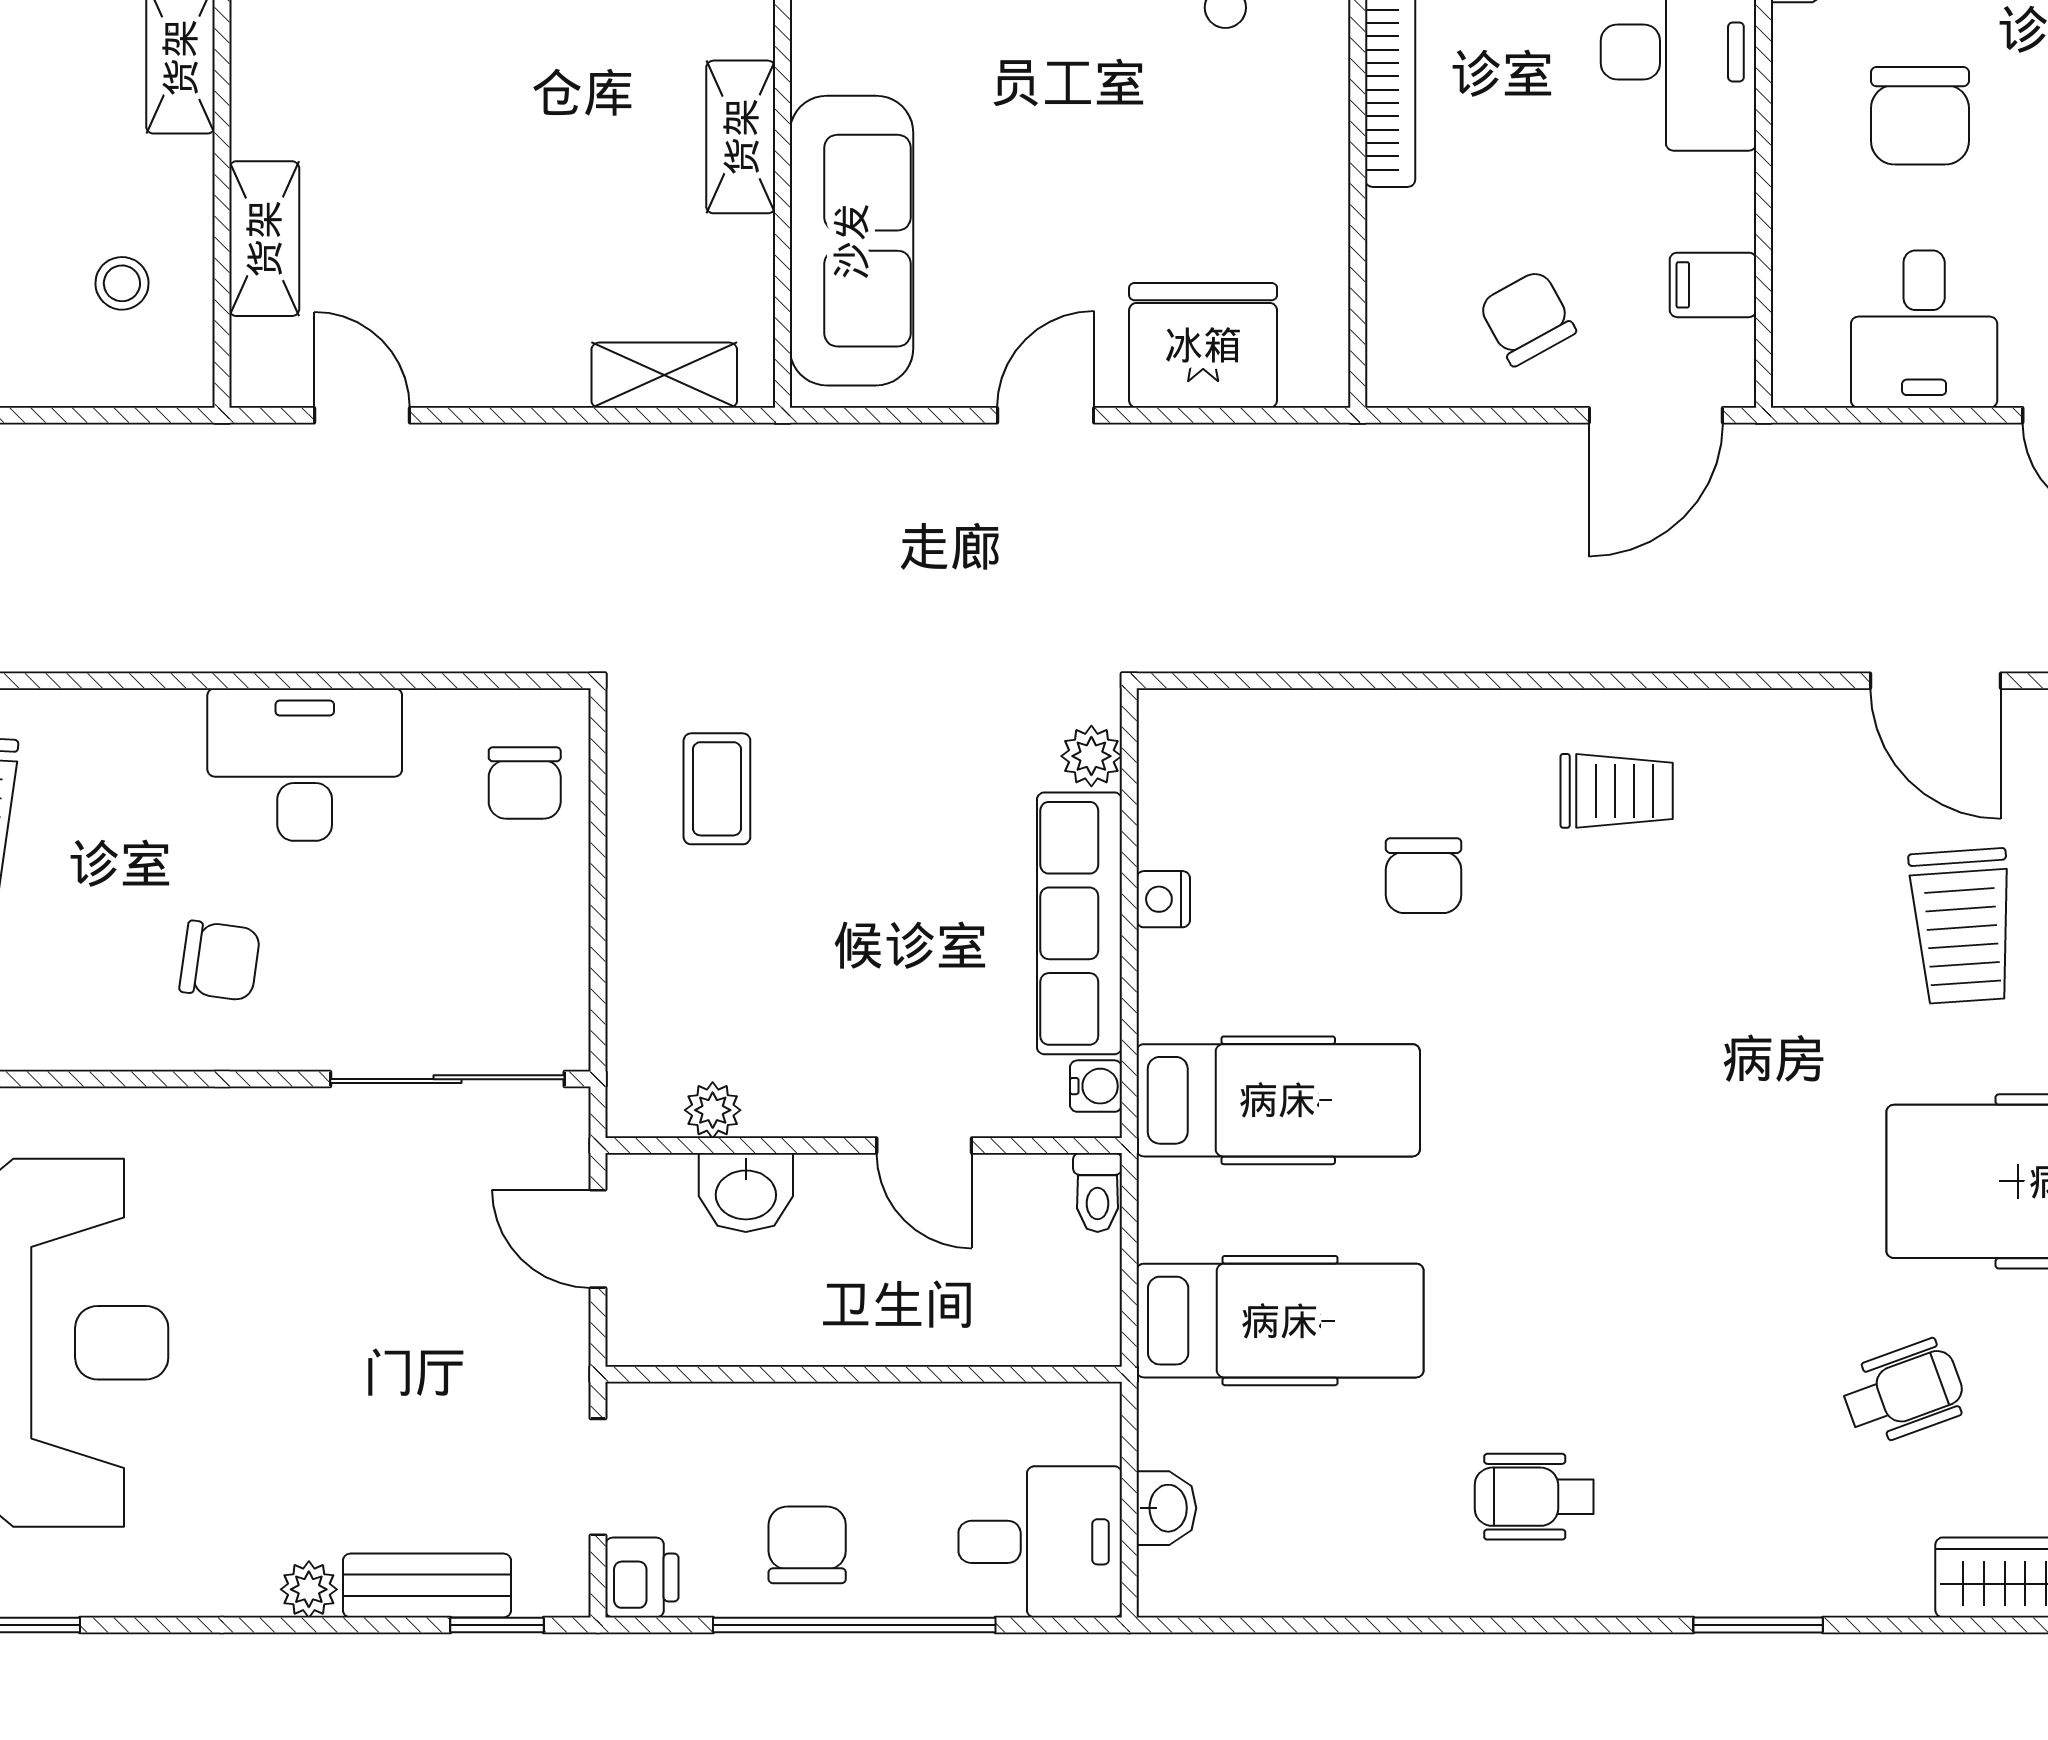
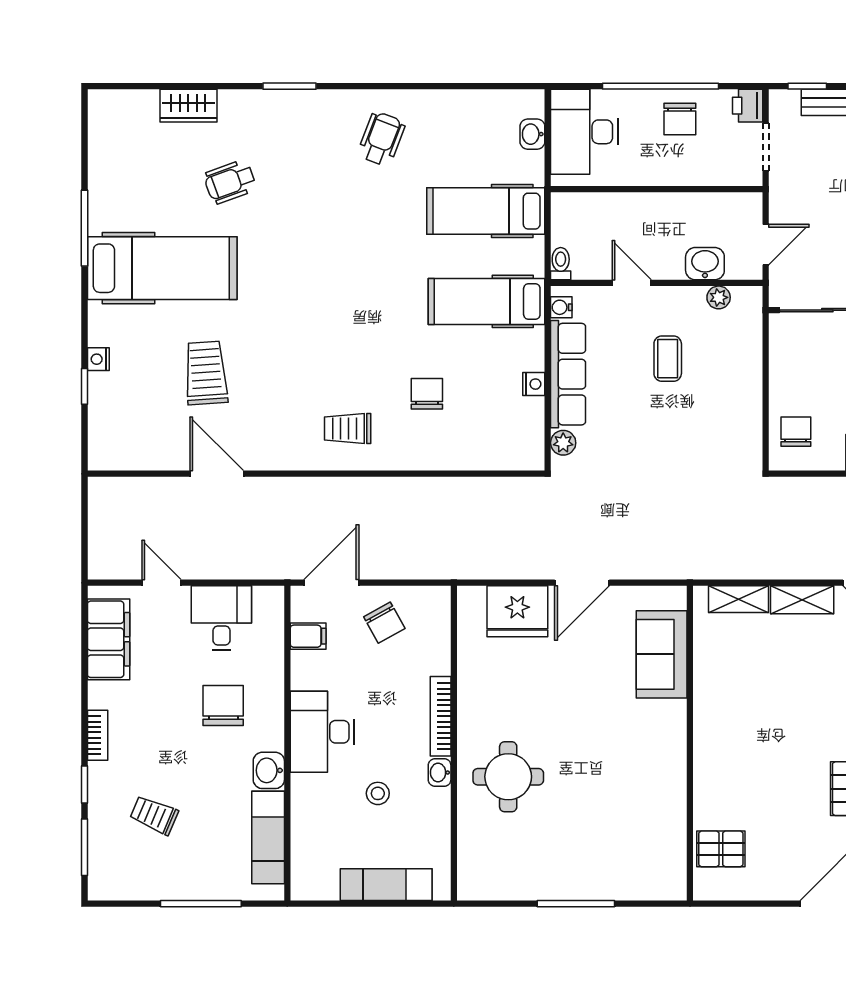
shelving: (741, 137) -> (802, 600), moved, turned 90
sofa: (851, 241) -> (662, 654), width x0.73
door: (1046, 415) -> (582, 583), width x1.38
coffee table: (717, 789) -> (668, 359), moved
door: (598, 1239) -> (766, 245), hinge flipped
wheelchair: (1534, 1497) -> (381, 139), turned -69
desk: (1040, 1542) -> (584, 132), width x1.37

